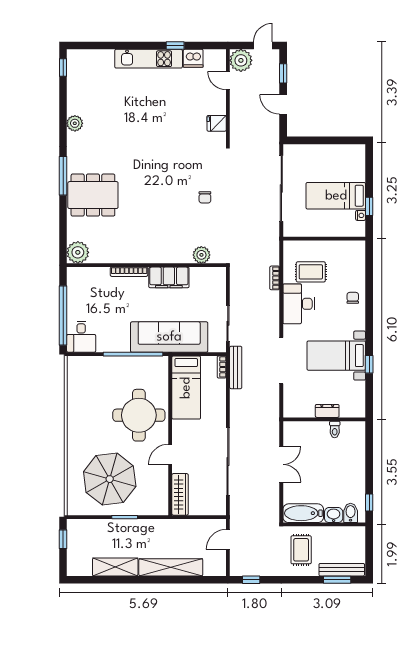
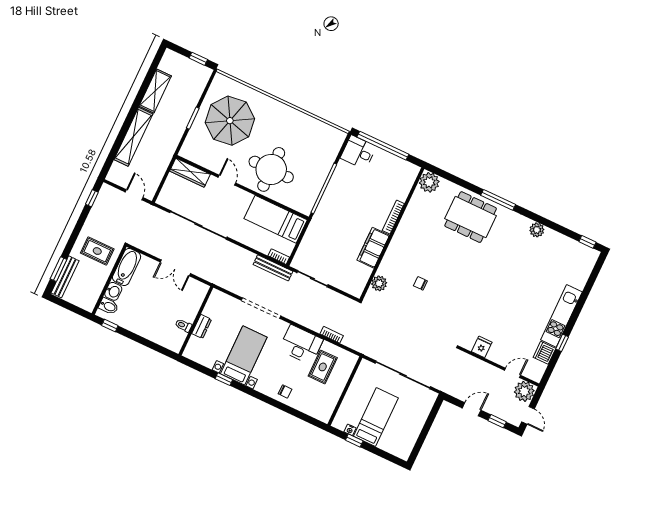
dining table: (93, 195) -> (471, 217), turned 90
chair: (205, 197) -> (420, 283), moved
sofa: (169, 337) -> (324, 225), removed

